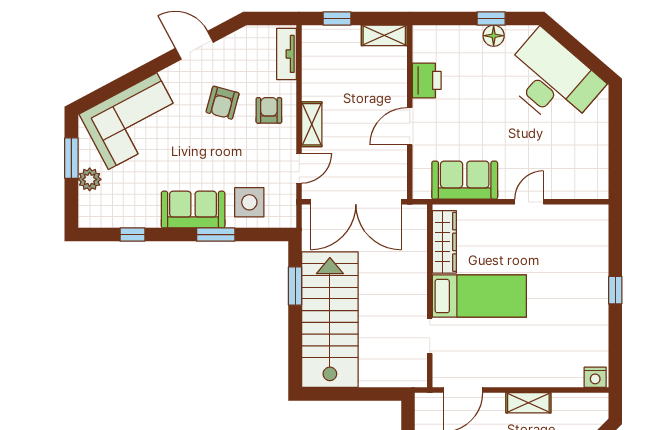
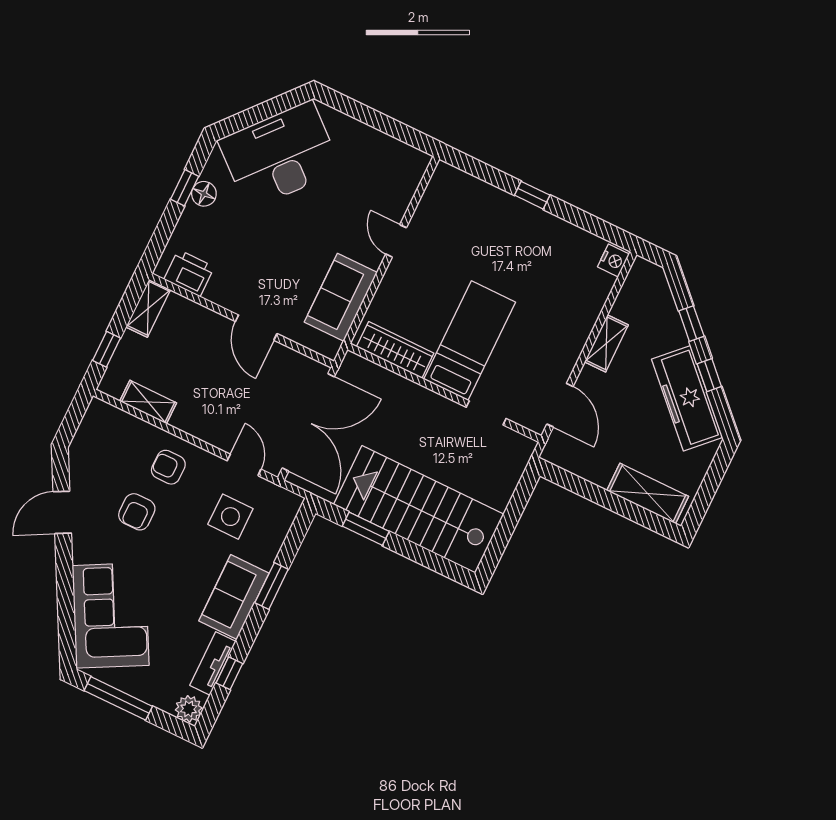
tv unit: (287, 54) -> (213, 663), moved, turned 90
printer: (427, 80) -> (189, 273), moved
armchair: (223, 103) -> (137, 512), turned 75
shelving: (312, 124) -> (148, 402), moved
window: (71, 158) -> (118, 698), width x1.44
plant: (90, 179) -> (189, 709), moved
side table: (249, 202) -> (230, 517), moved

